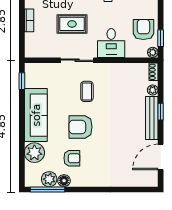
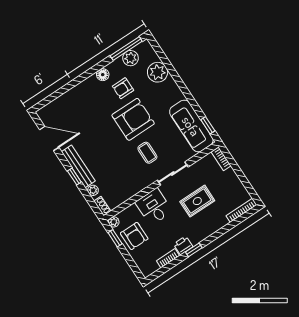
bookcase: (29, 20) -> (221, 159), moved
sofa: (36, 115) -> (191, 126), moved
armchair: (81, 127) -> (133, 119), width x1.36, depth x1.36
door: (161, 157) -> (49, 138), hinge flipped
floor lamp: (64, 181) -> (103, 75), moved

